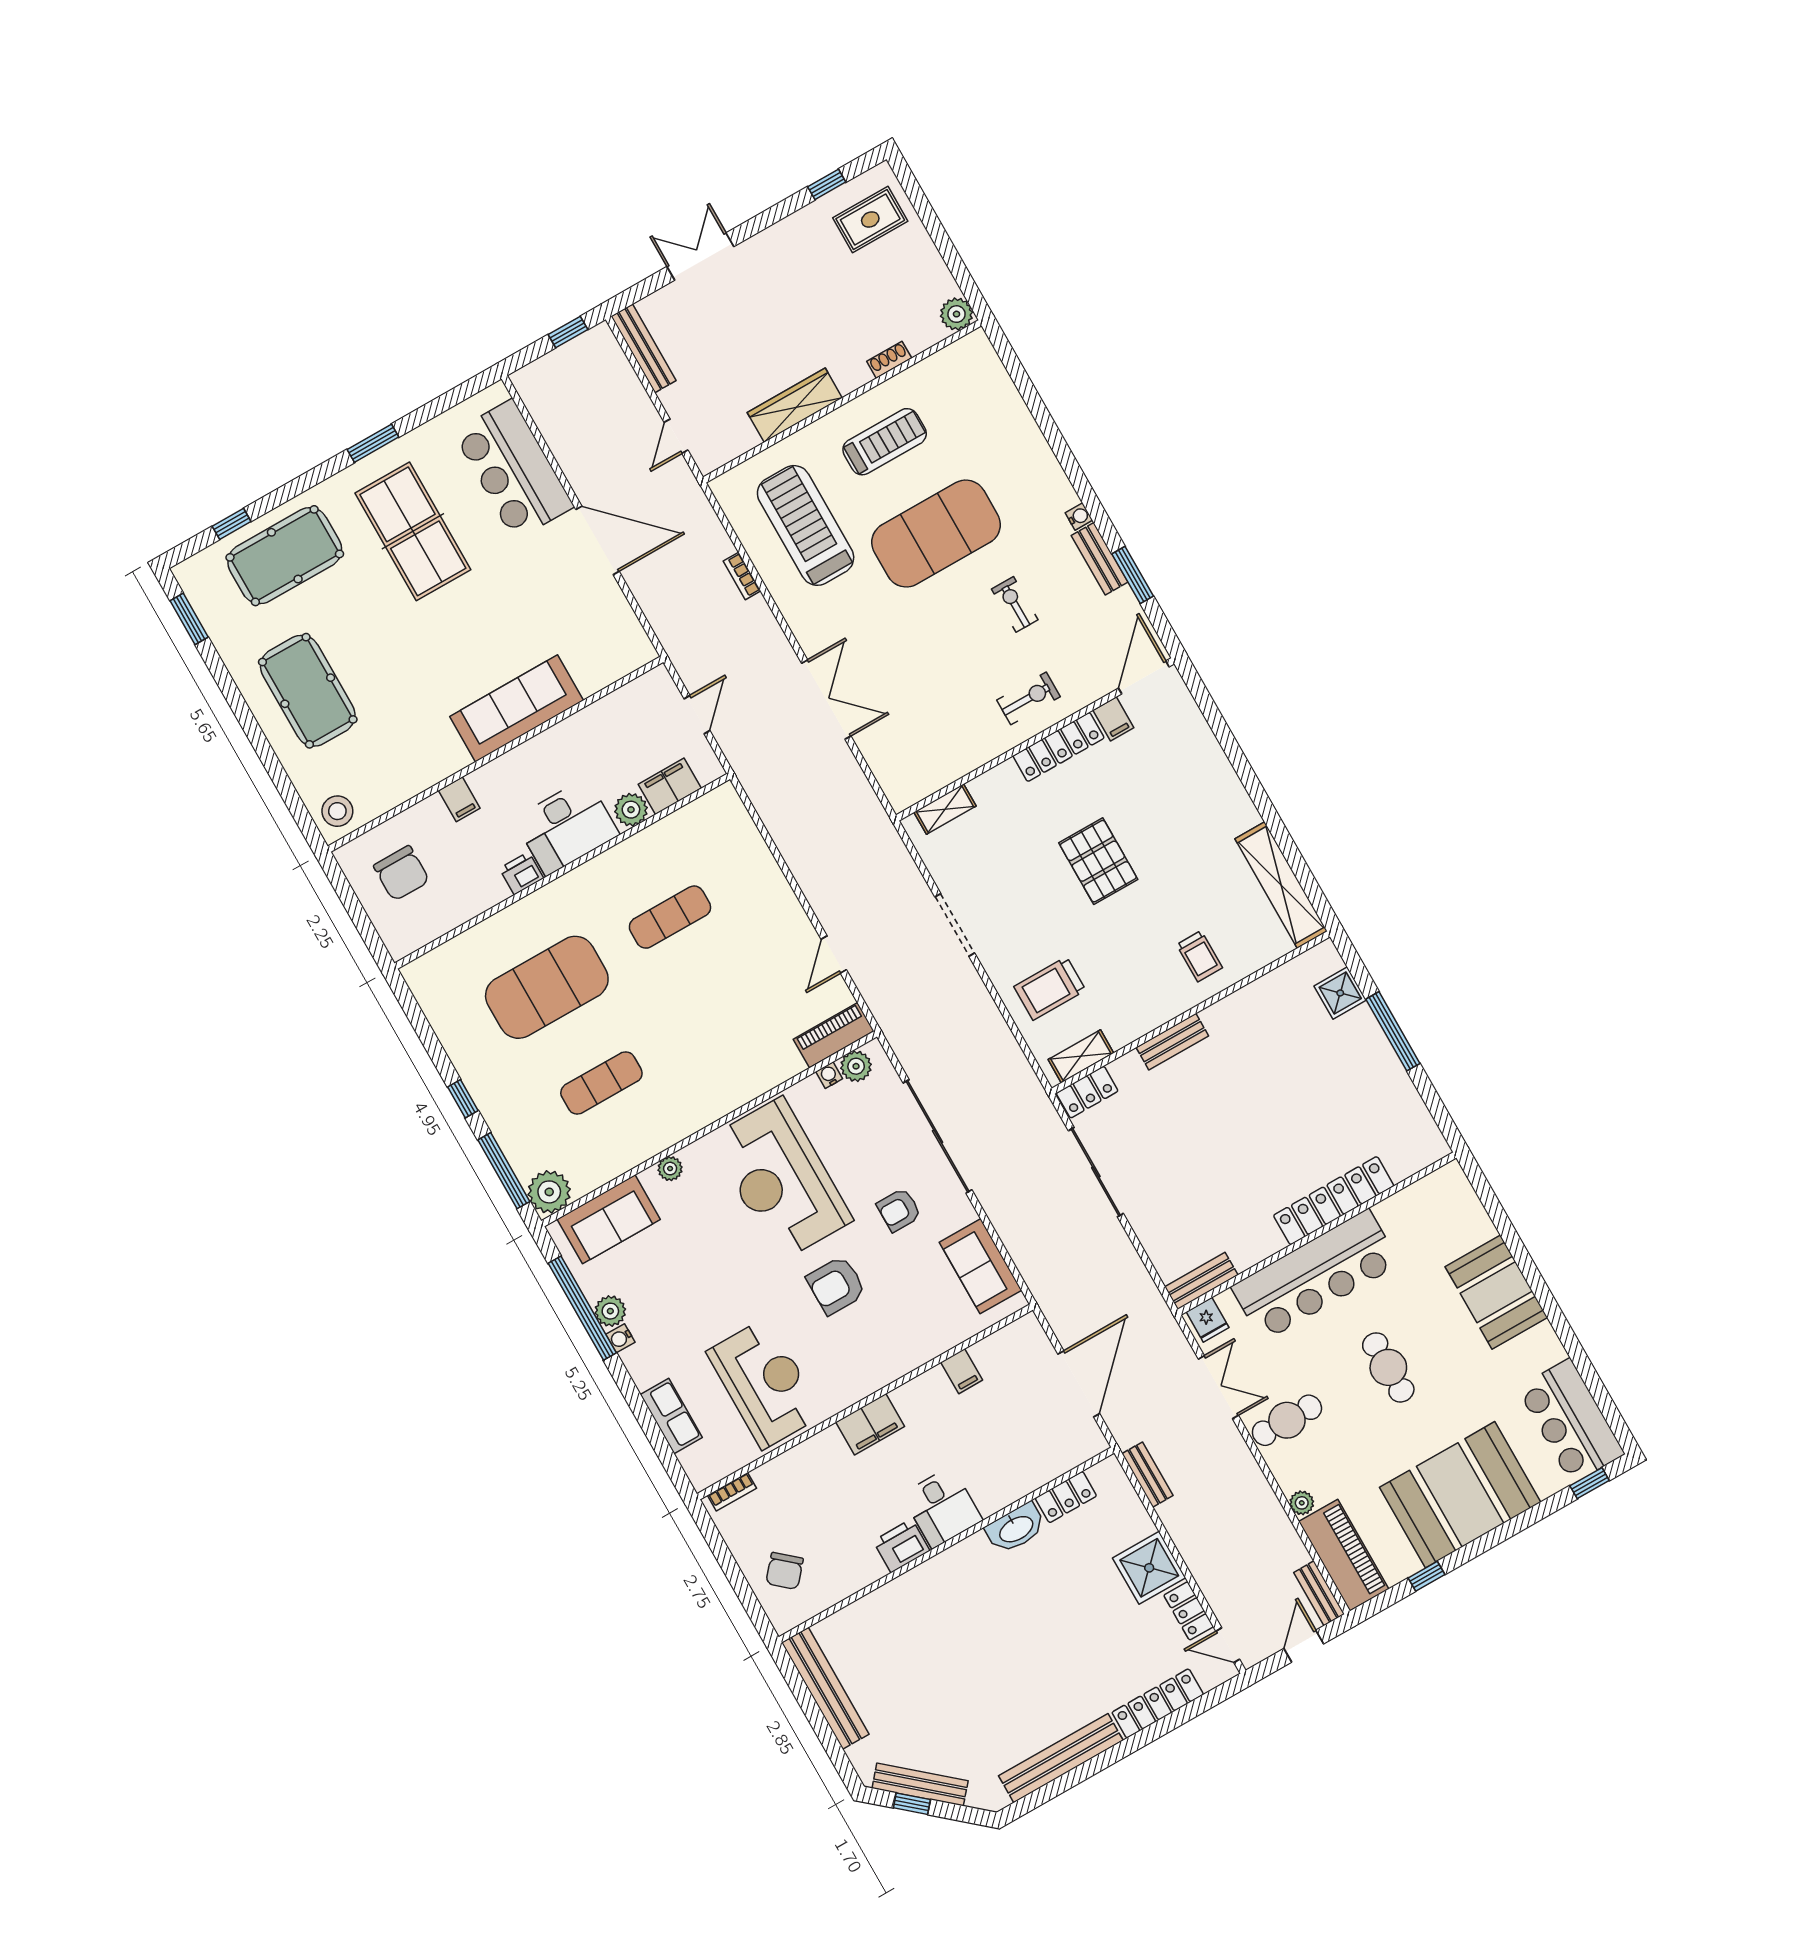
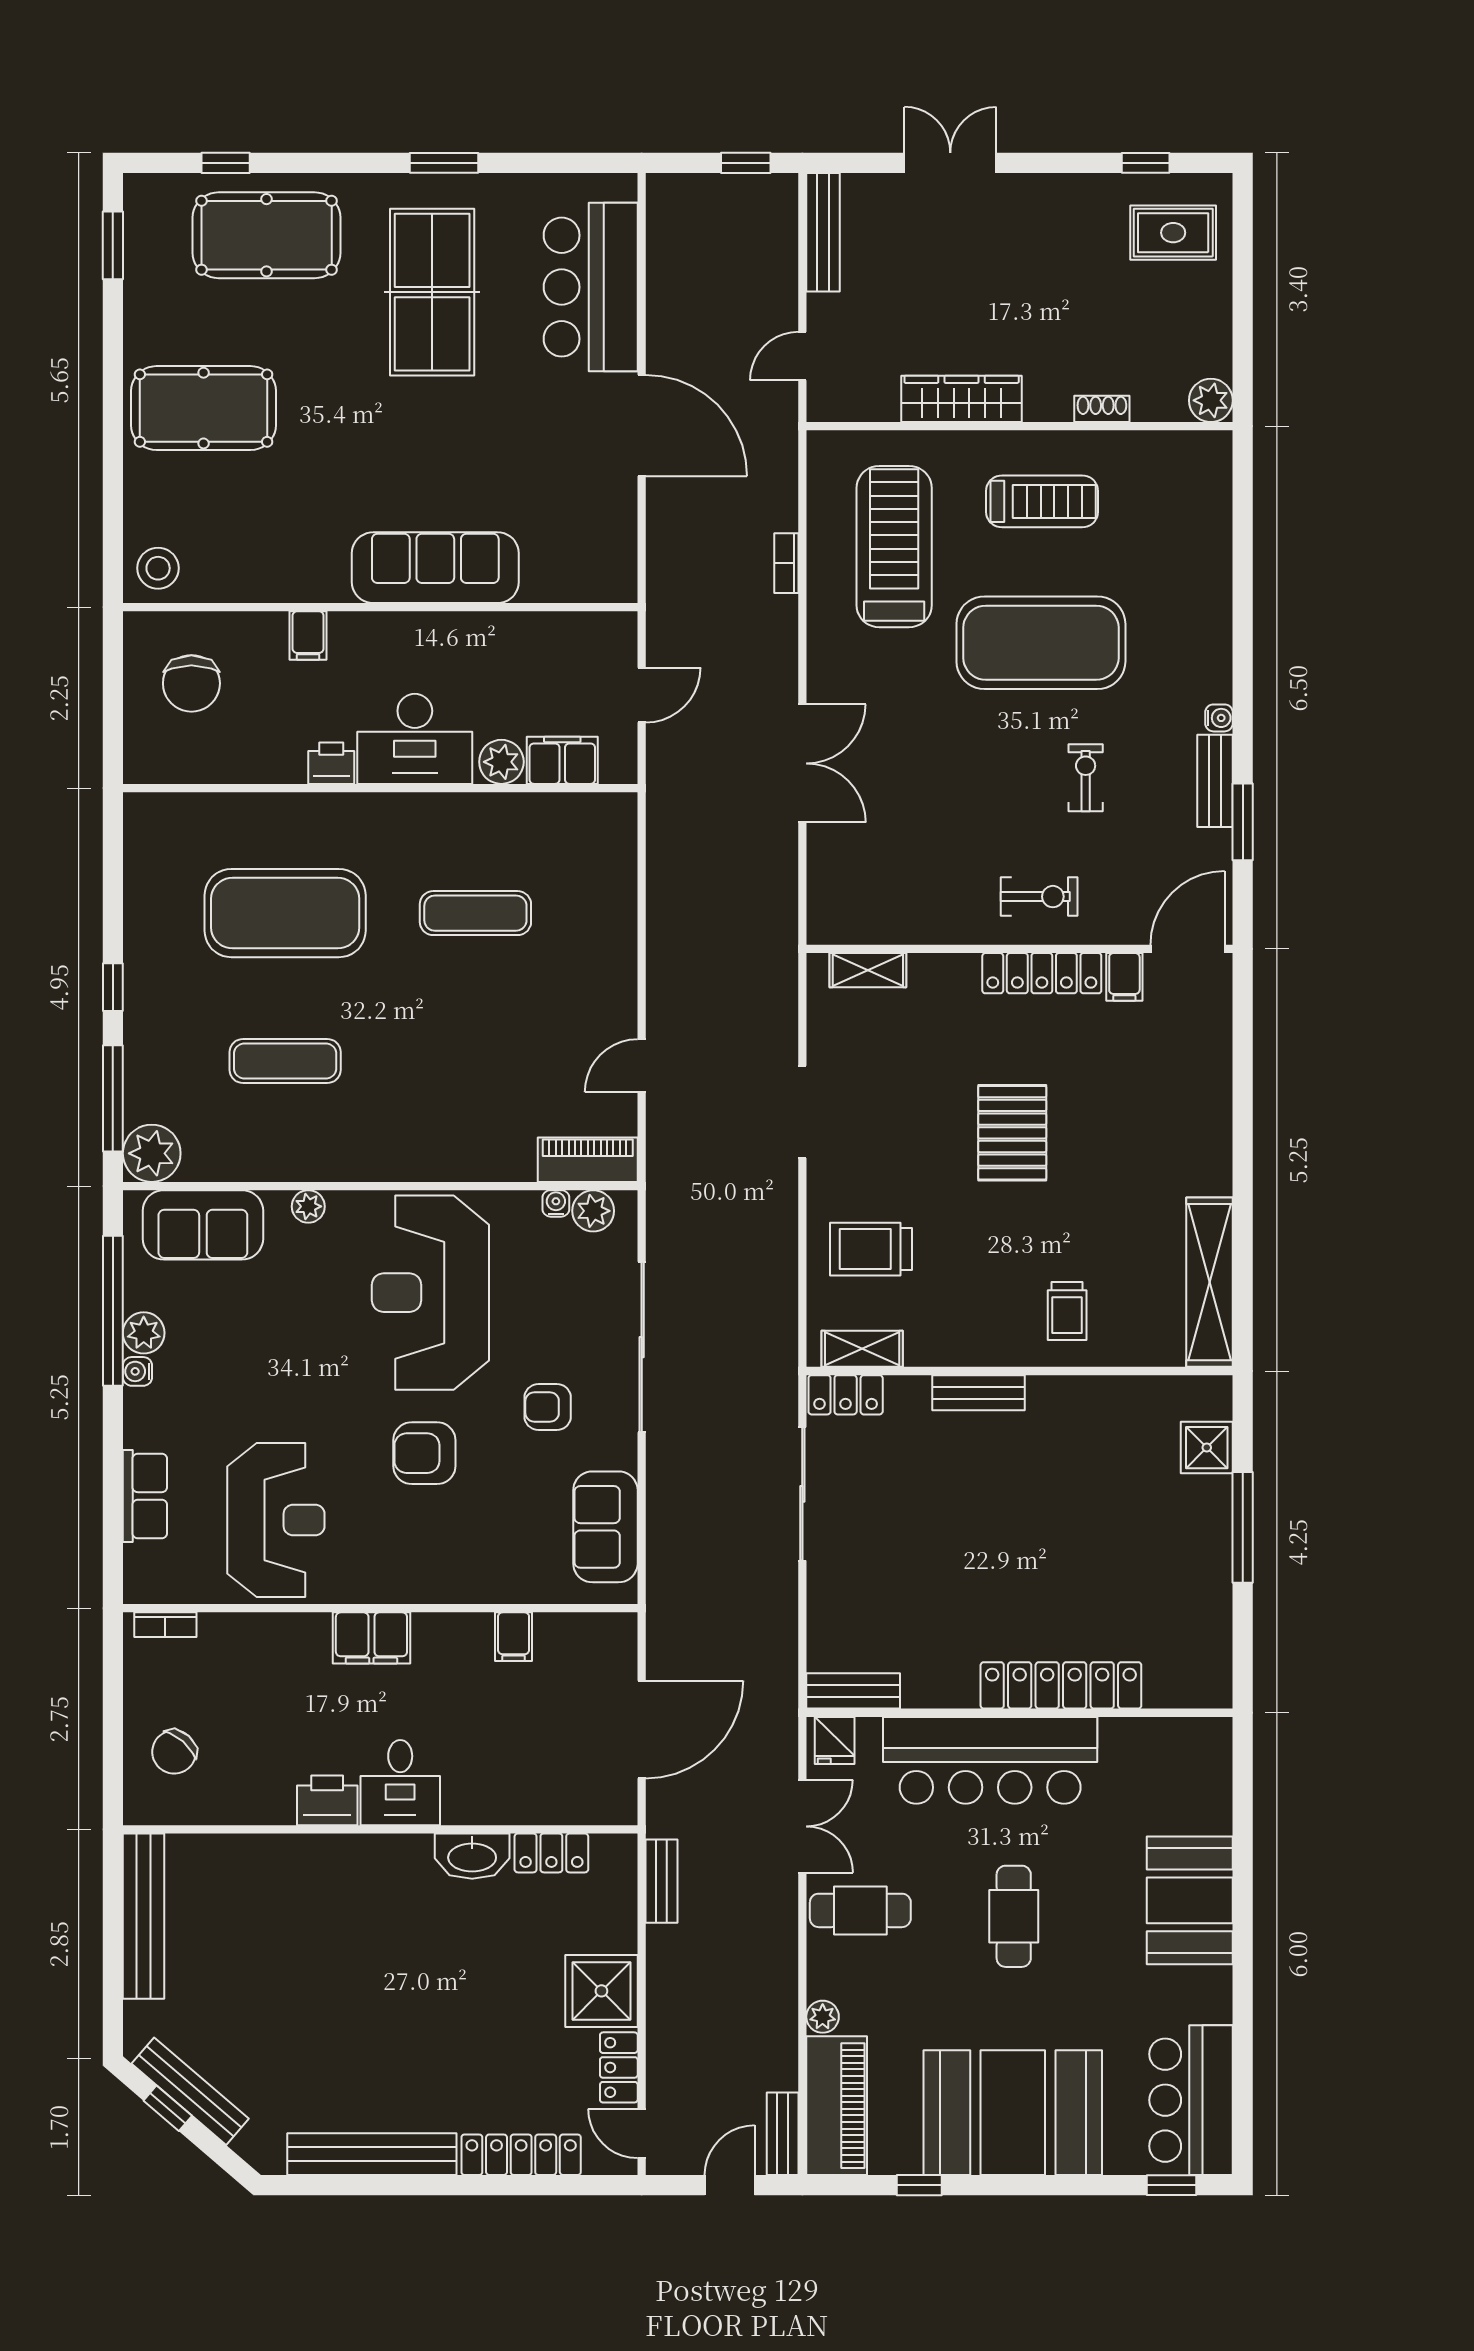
pool table: (308, 691) -> (204, 408), turned 90

